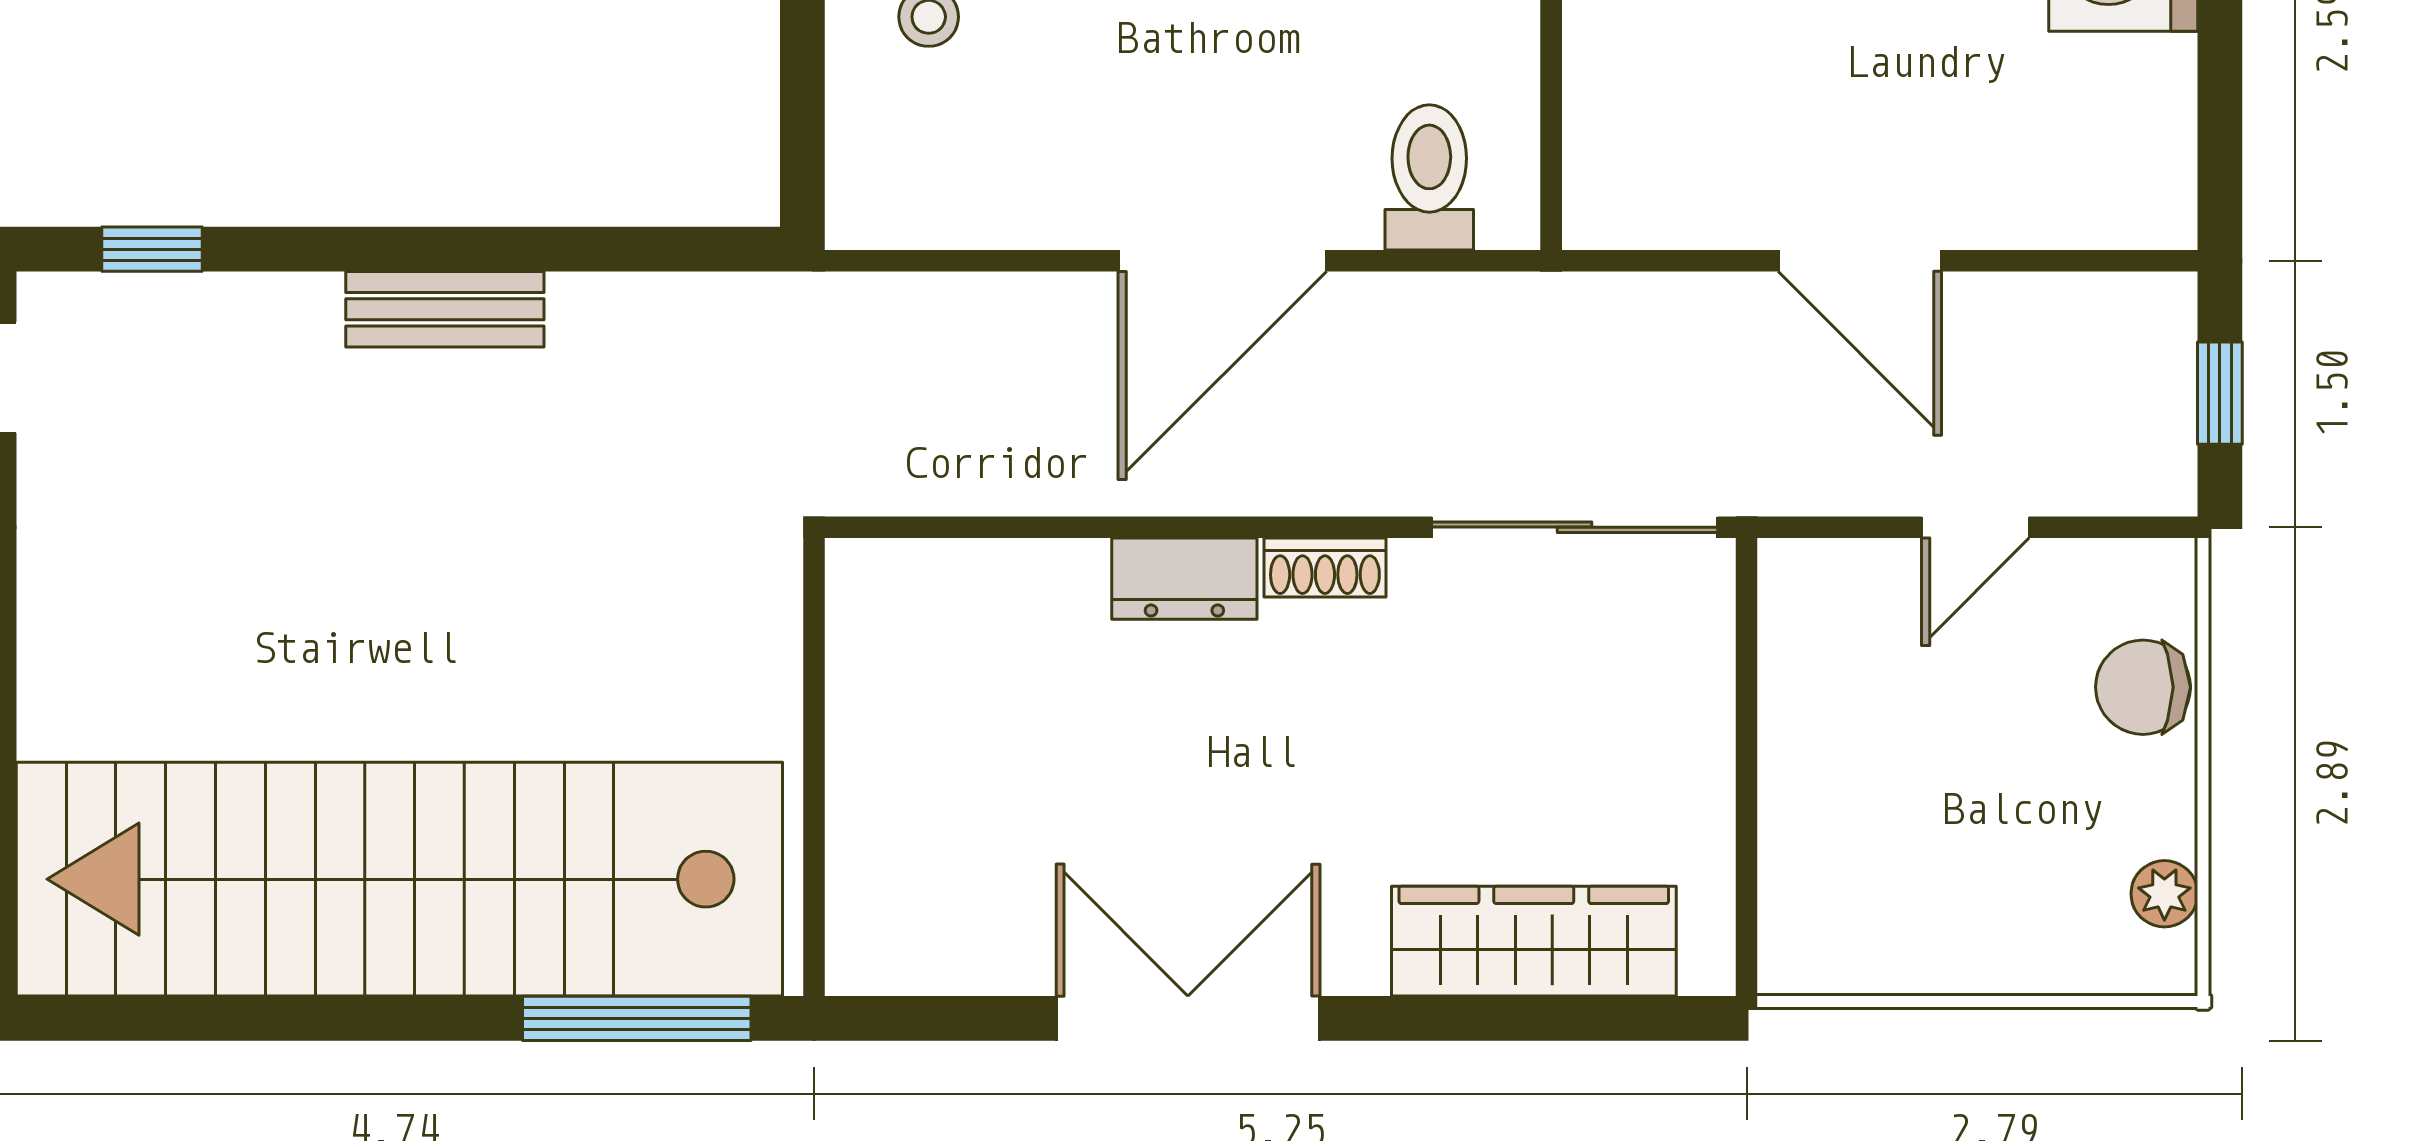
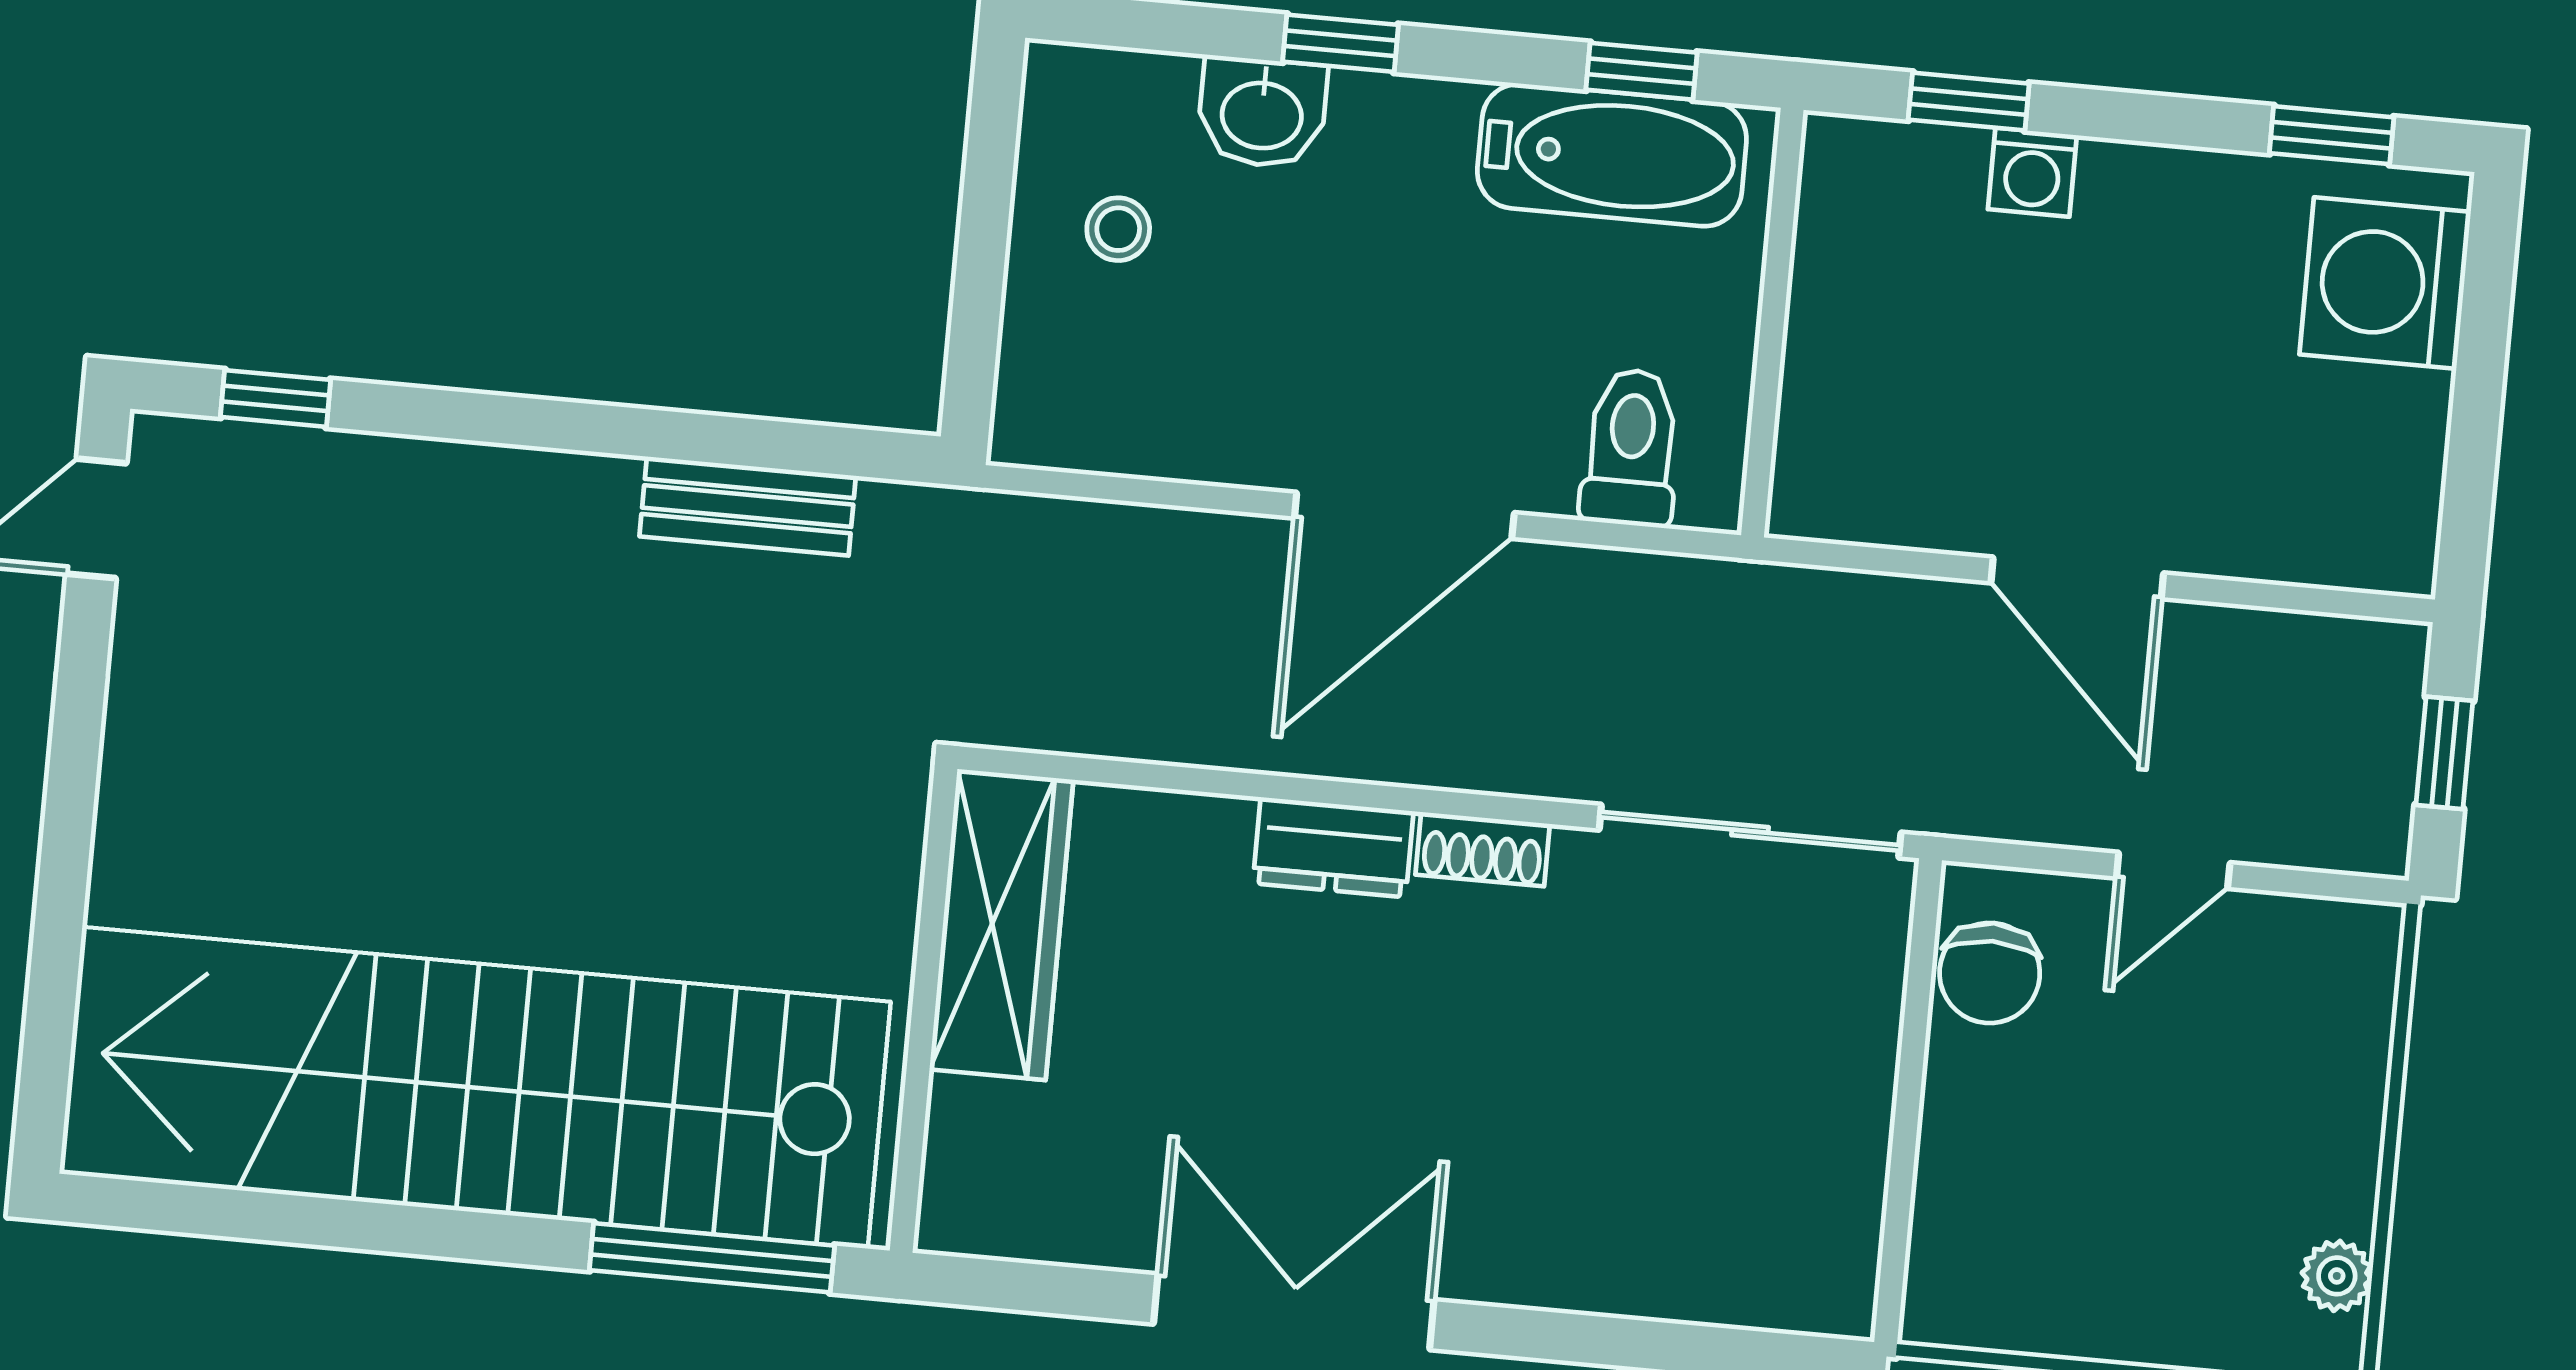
bench: (445, 309) -> (748, 506), moved
chair: (2143, 687) -> (1990, 973), moved, turned -90
wardrobe: (1534, 941) -> (1001, 925), moved, turned 90

